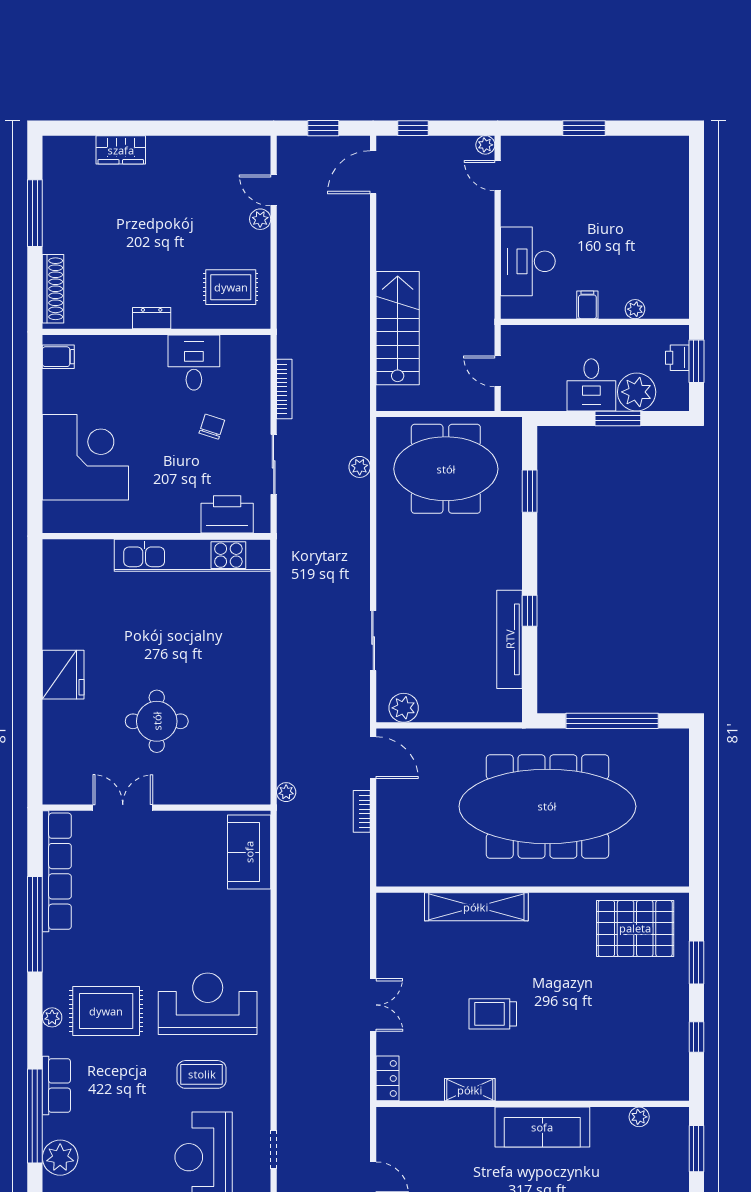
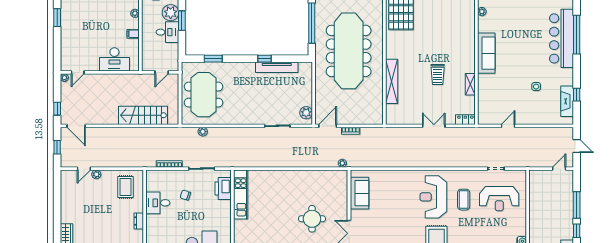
window: (584, 128) -> (57, 18), moved
kitchen unit: (193, 555) -> (241, 194), width x0.73
sofa: (249, 852) -> (360, 193), moved, turned -90

